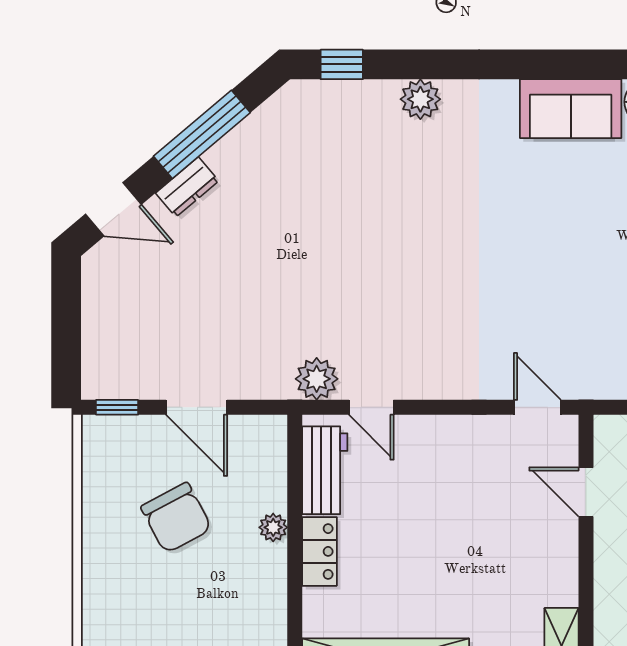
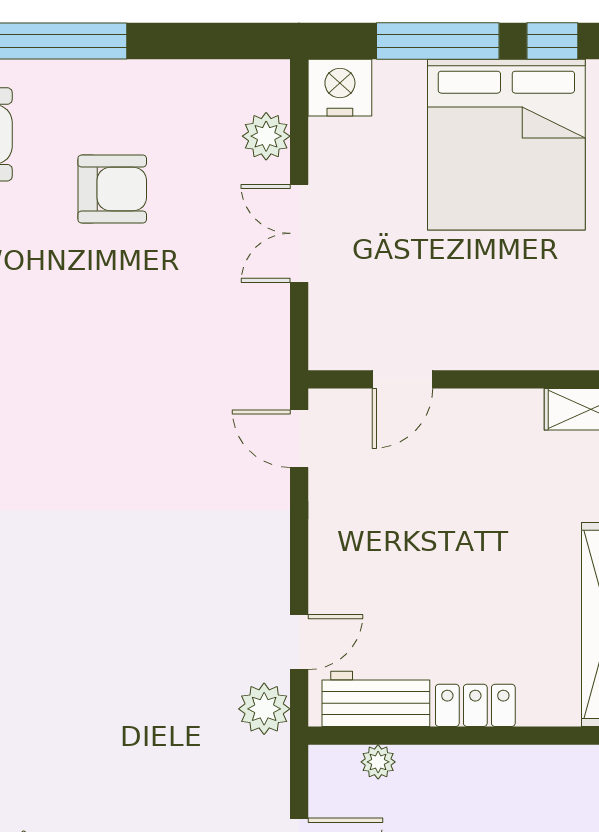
door: (537, 407) -> (299, 439), hinge flipped
plant: (273, 527) -> (378, 762), moved

